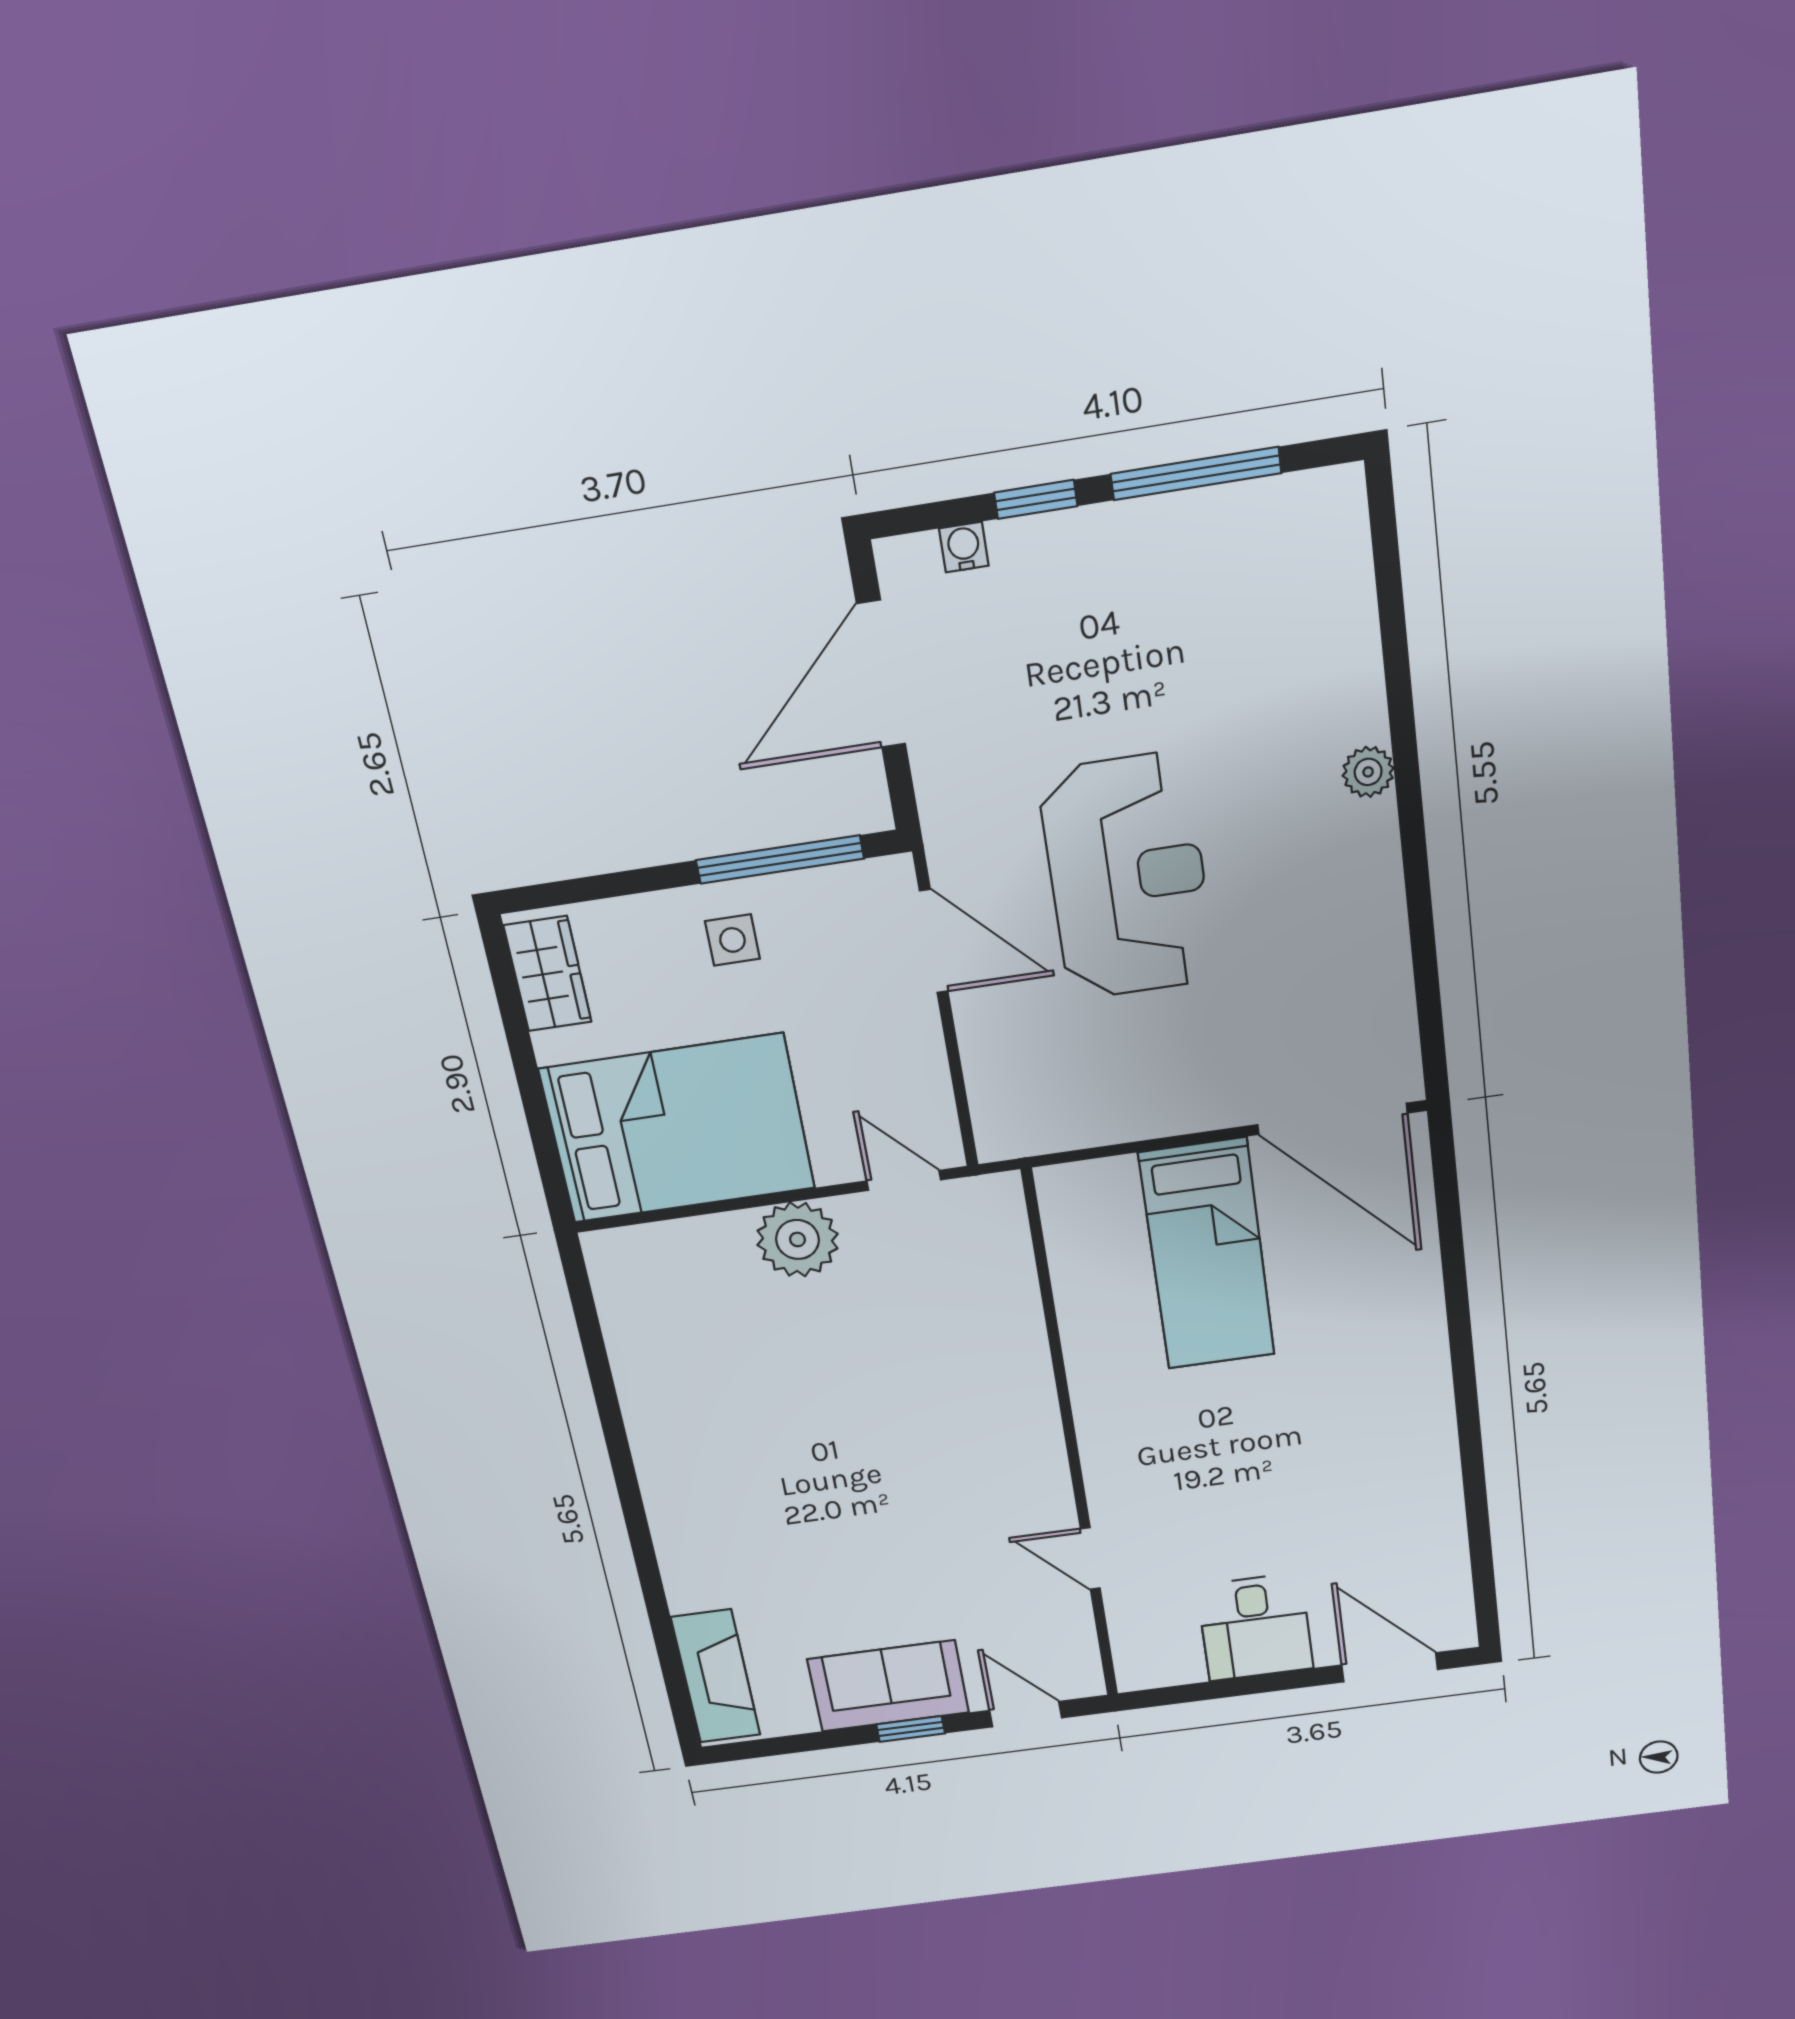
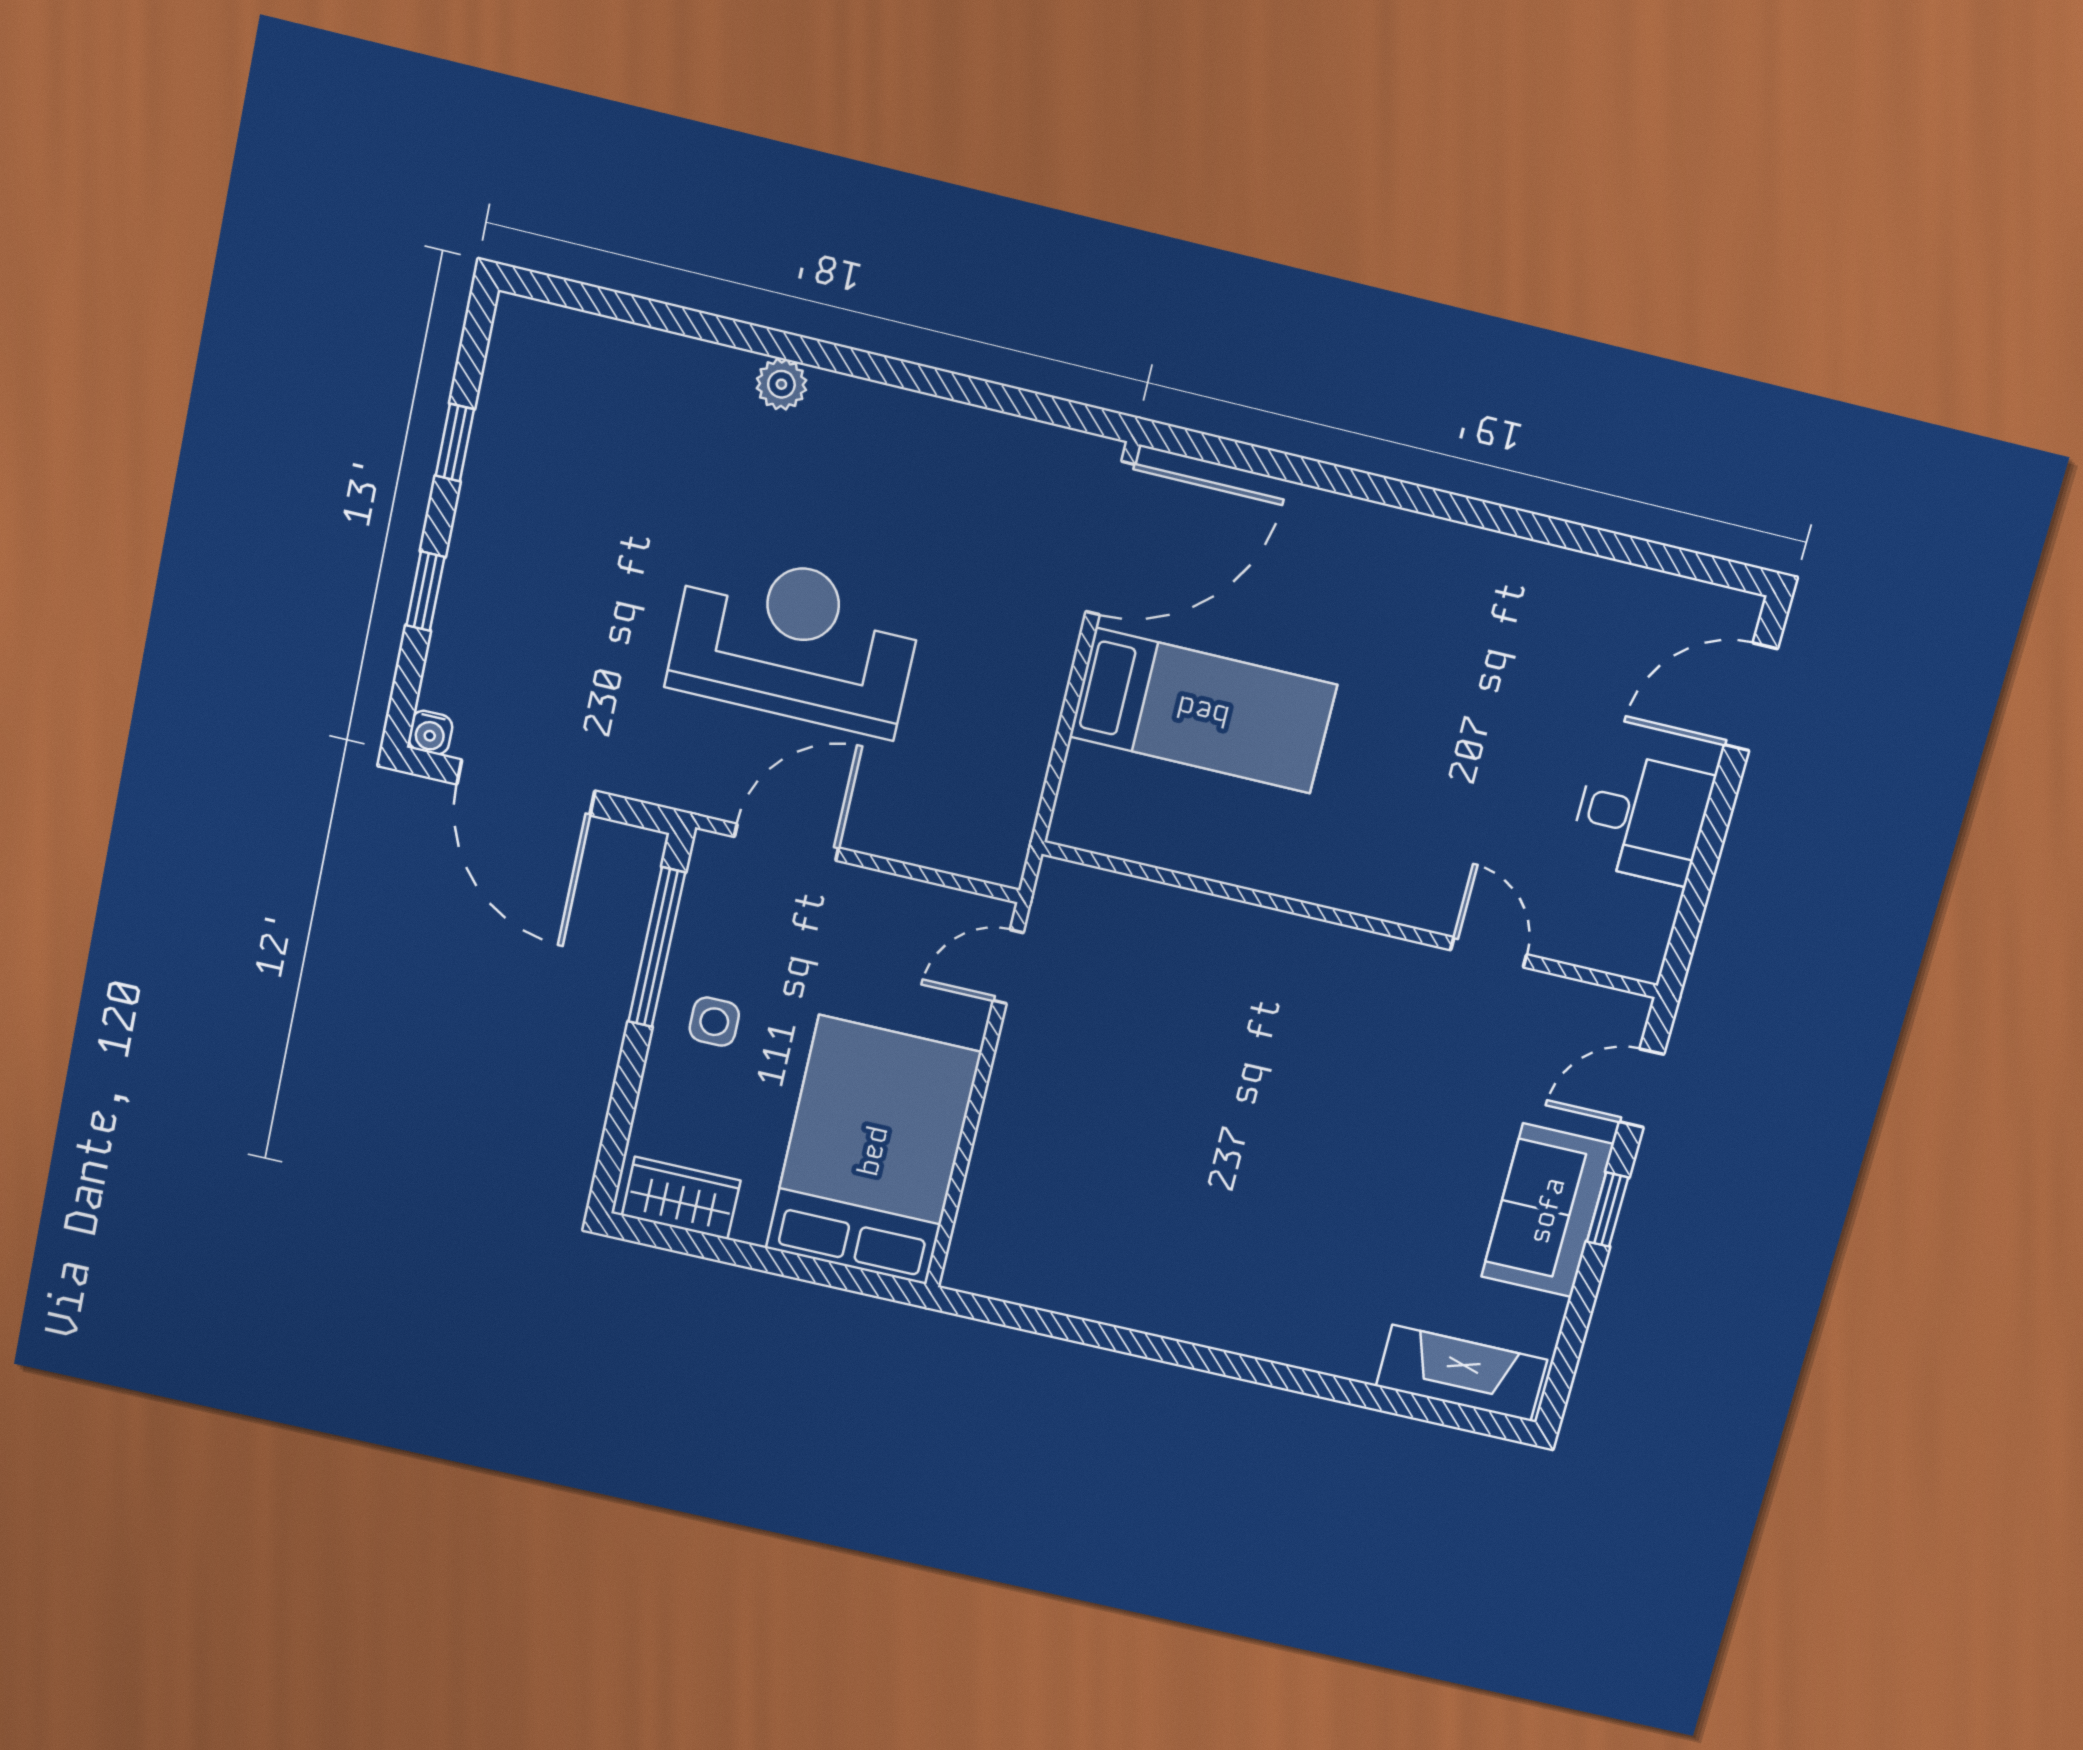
window: (1196, 474) -> (455, 443), width x0.46
water cooler: (964, 547) -> (430, 733), moved, turned -90
plant: (797, 1239) -> (1027, 1090), removed
door: (1090, 1558) -> (1489, 952), swing flipped

